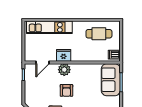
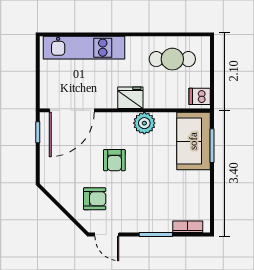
fridge: (64, 55) -> (130, 98), moved
door: (43, 63) -> (72, 110), width x1.88
plant: (64, 70) -> (144, 123), moved

